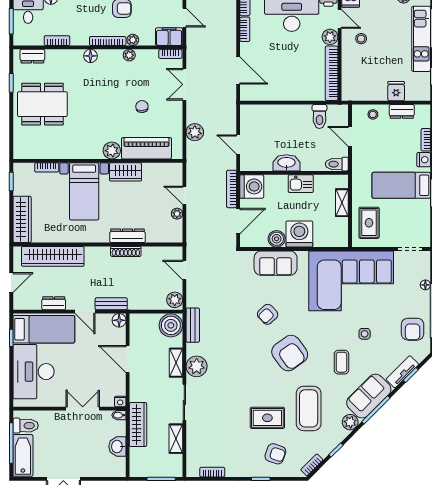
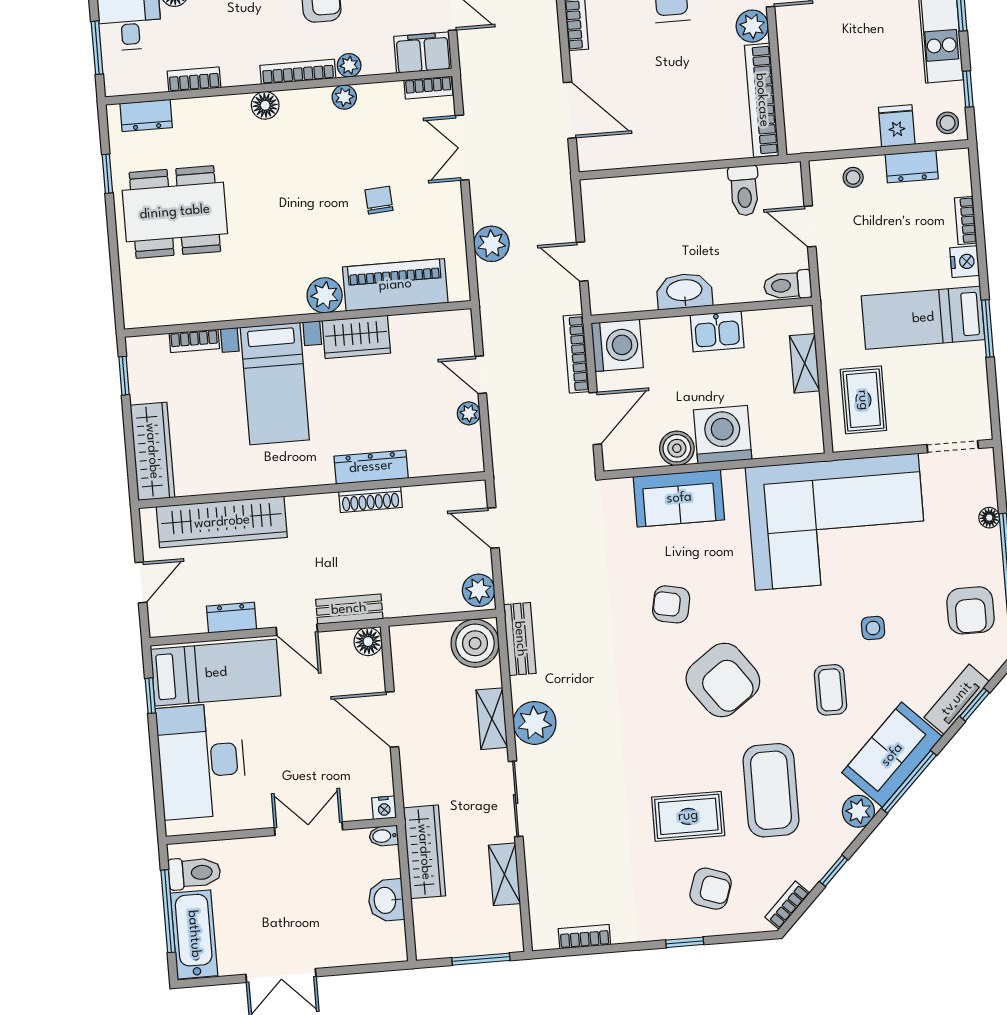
stool: (361, 39) -> (948, 123), moved
armchair: (268, 314) -> (671, 604), turned 54

